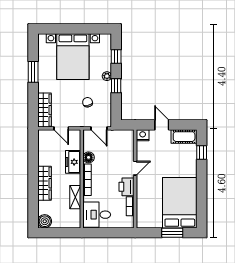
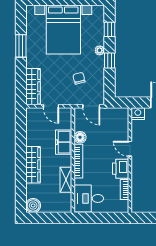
door: (135, 168) -> (130, 149), swing flipped

